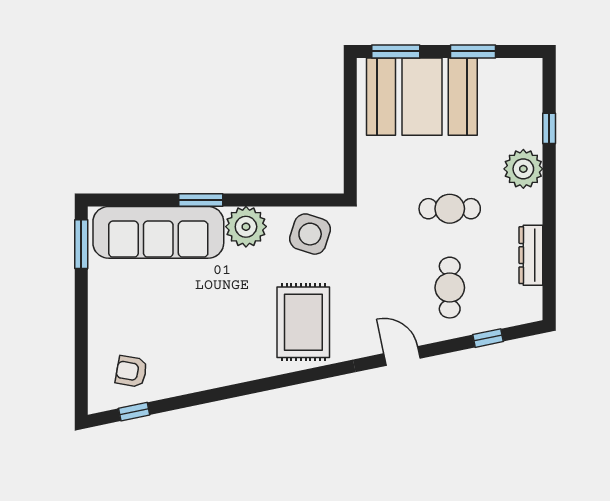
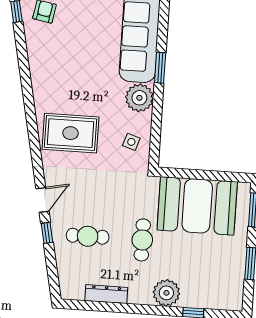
booth: (422, 97) -> (197, 206), moved, turned 90
side table: (310, 234) -> (131, 142), width x0.54, depth x0.54
window: (488, 338) -> (47, 233), moved

